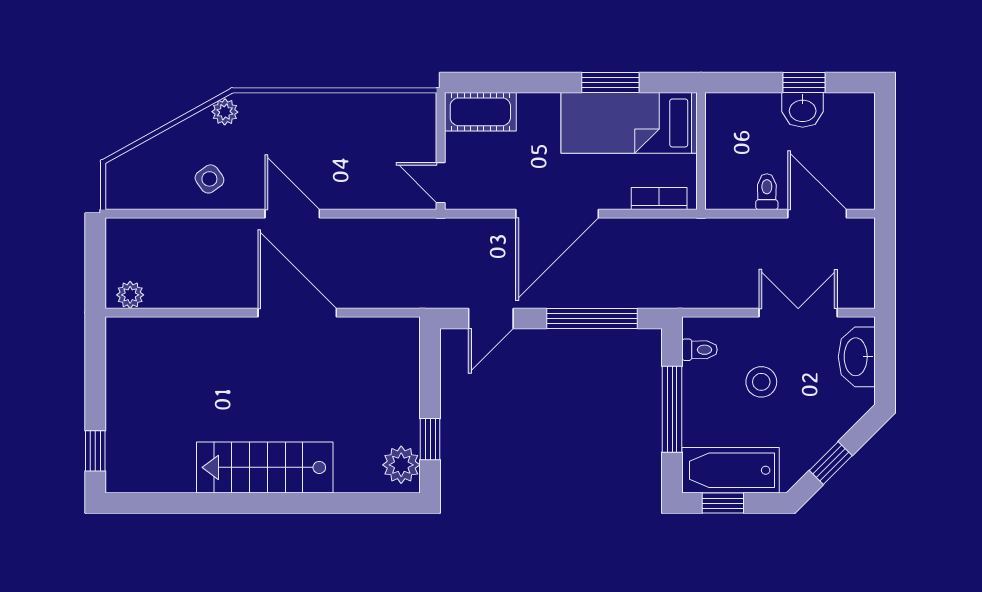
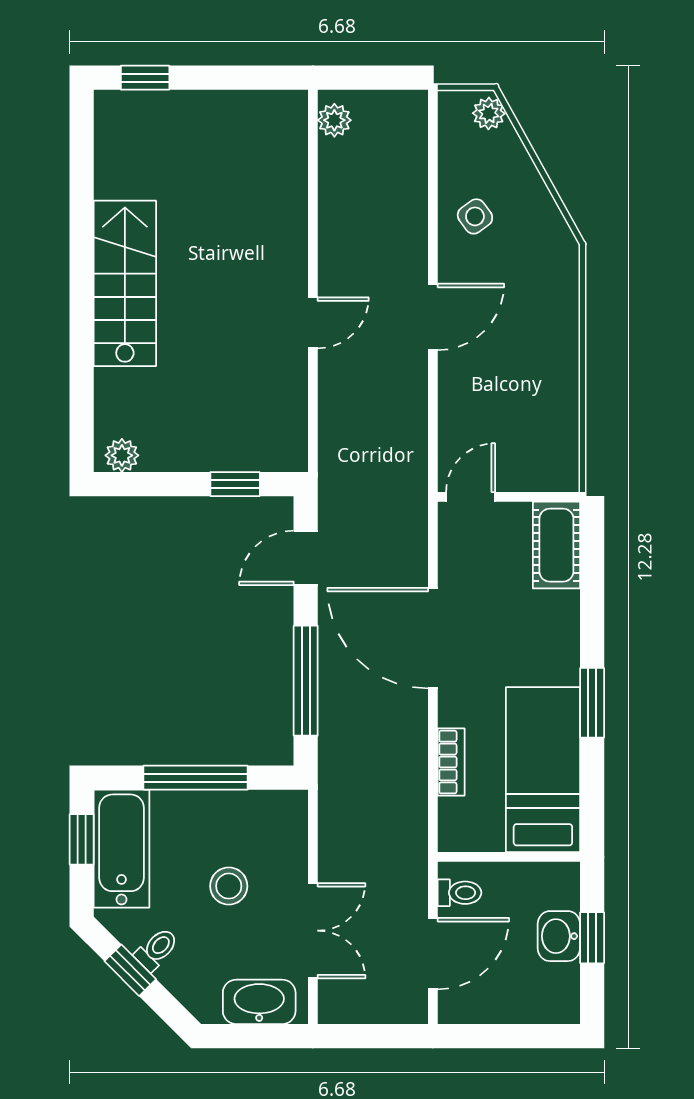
plant: (225, 112) -> (489, 113), moved
bed: (629, 123) -> (543, 770), moved
wall: (701, 151) -> (509, 857), moved
door: (297, 313) -> (313, 323), width x0.53
door: (491, 318) -> (306, 558), hinge flipped
toilet: (700, 350) -> (157, 949), moved, turned -135
window: (430, 439) -> (235, 484), moved
plant: (401, 465) -> (122, 455), width x0.73, depth x0.73

